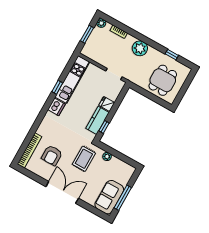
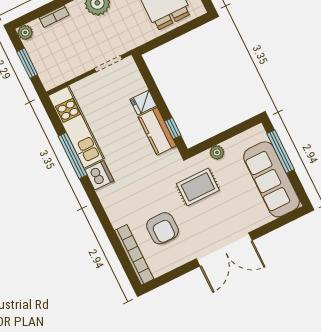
window: (57, 87) -> (73, 156), width x2.17
rug: (84, 159) -> (198, 187), turned 90
double door: (62, 192) -> (224, 249), swing flipped
sofa: (109, 197) -> (271, 179), width x1.36
window: (123, 198) -> (281, 152), moved

